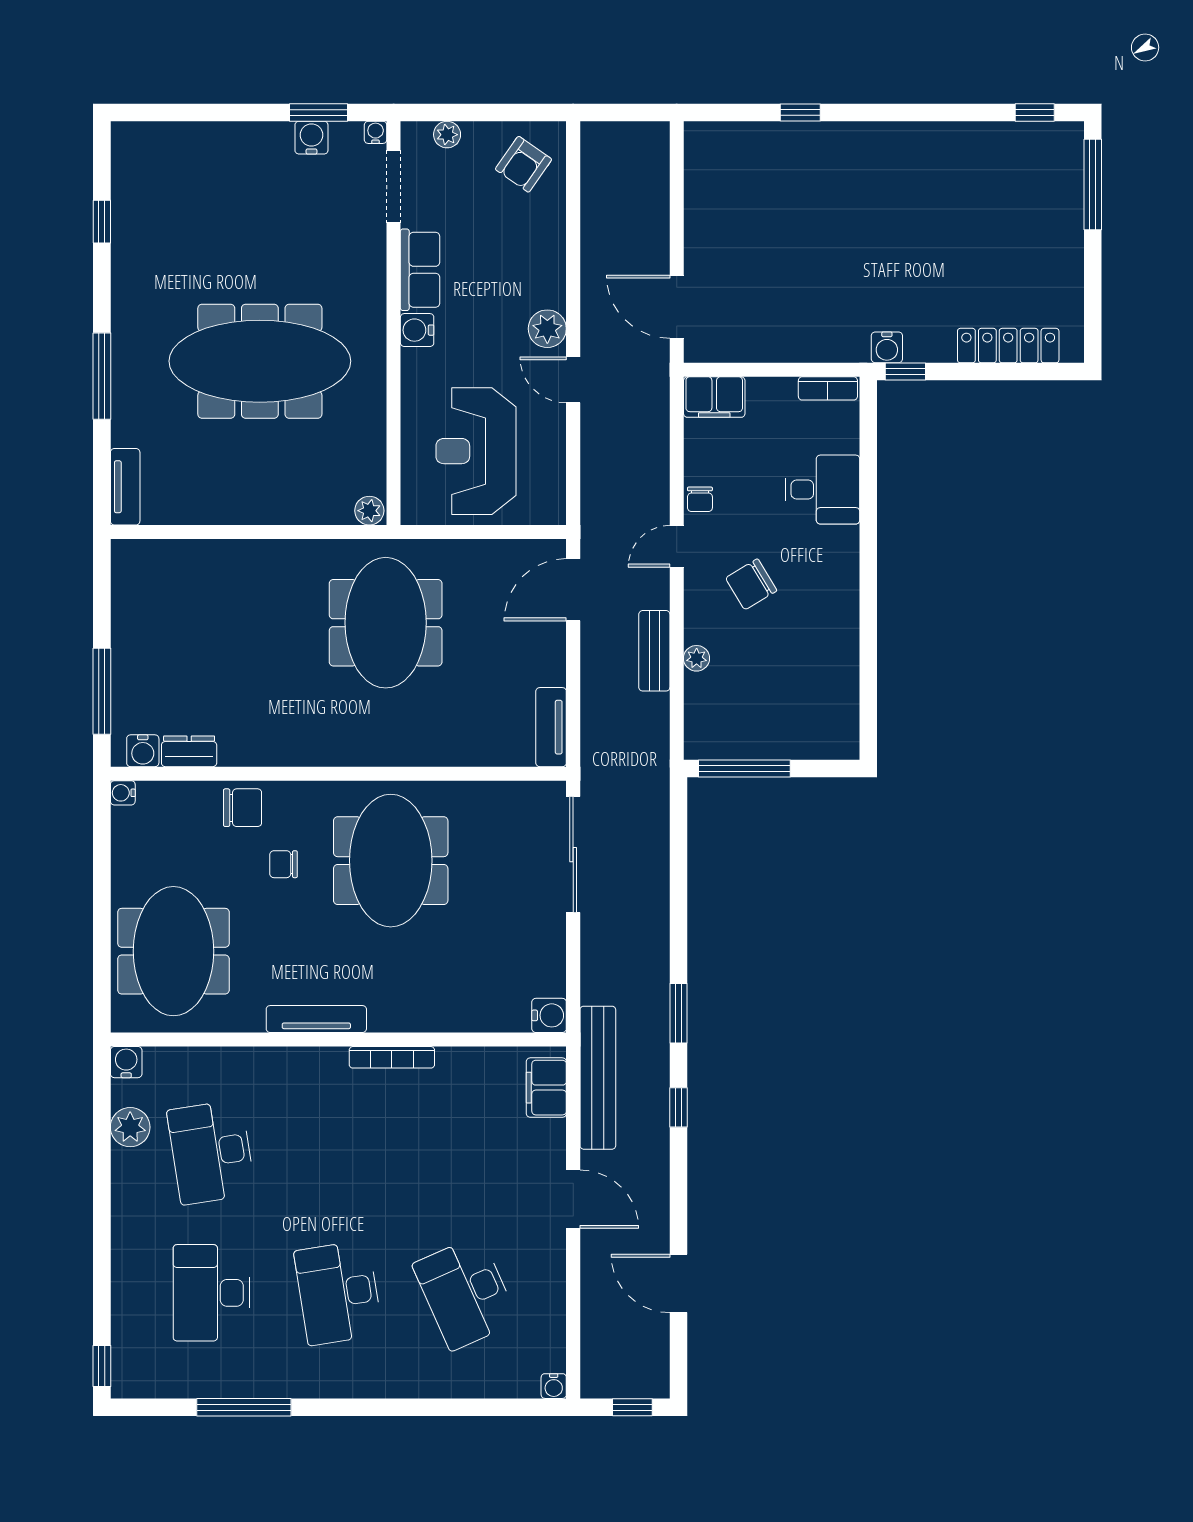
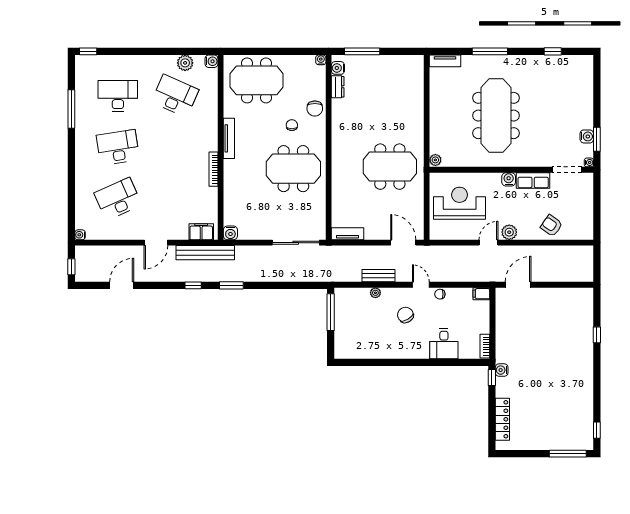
plant: (447, 135) -> (588, 191), removed
armchair: (524, 164) -> (551, 226), moved
filing cabinet: (714, 397) -> (481, 294), width x0.50
desk: (211, 1152) -> (175, 96), turned 33

